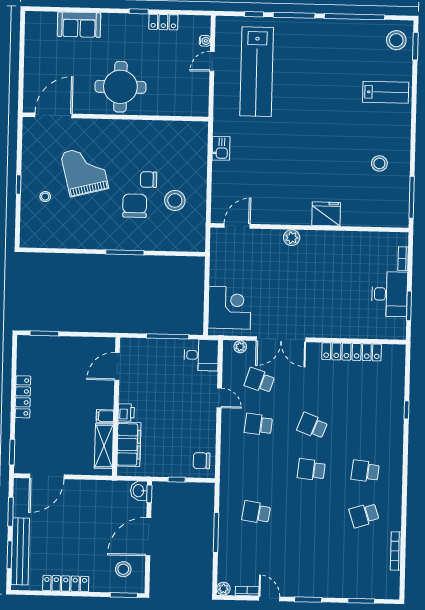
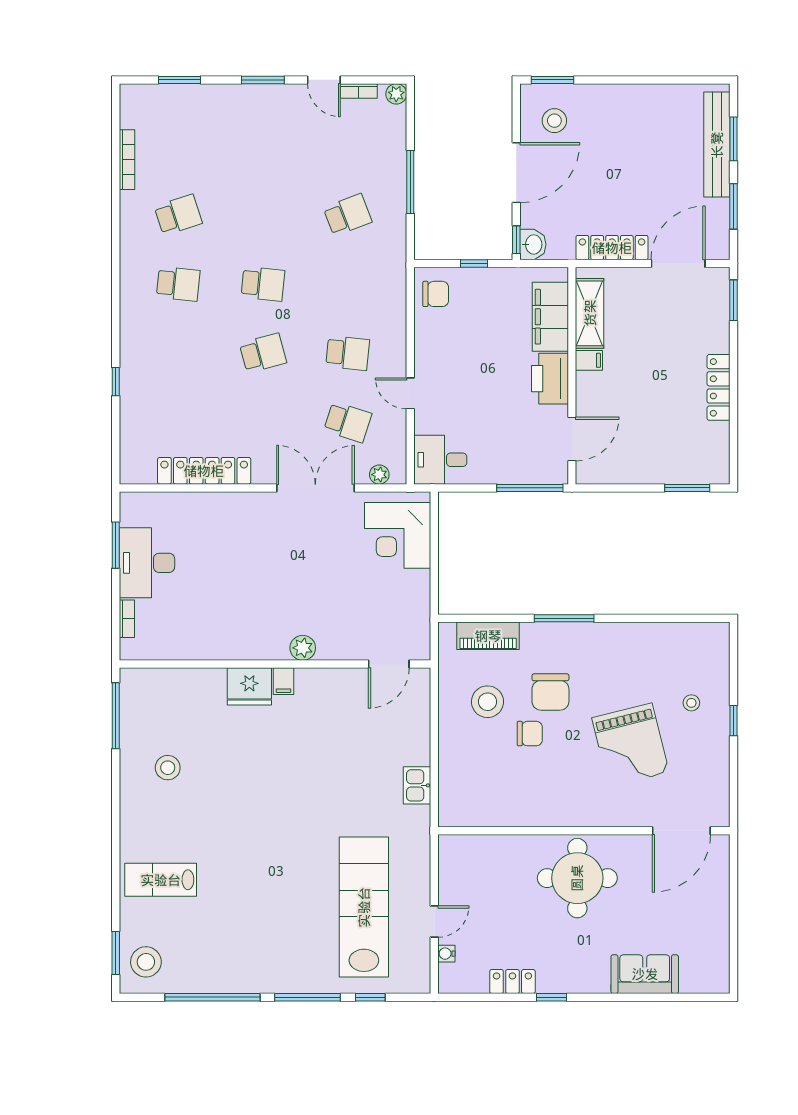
filing cabinet: (304, 217) -> (283, 681), added
piano: (174, 242) -> (488, 636), added
window: (168, 336) -> (530, 488), moved
printer: (126, 412) -> (550, 379), width x1.87, depth x1.48
school desk: (312, 426) -> (263, 353), turned -36
school desk: (256, 512) -> (348, 215), turned -30
locker: (66, 584) -> (612, 248), moved, turned 180

